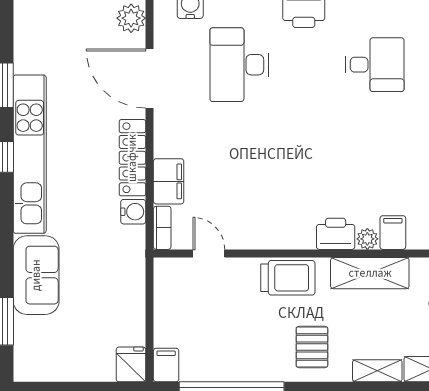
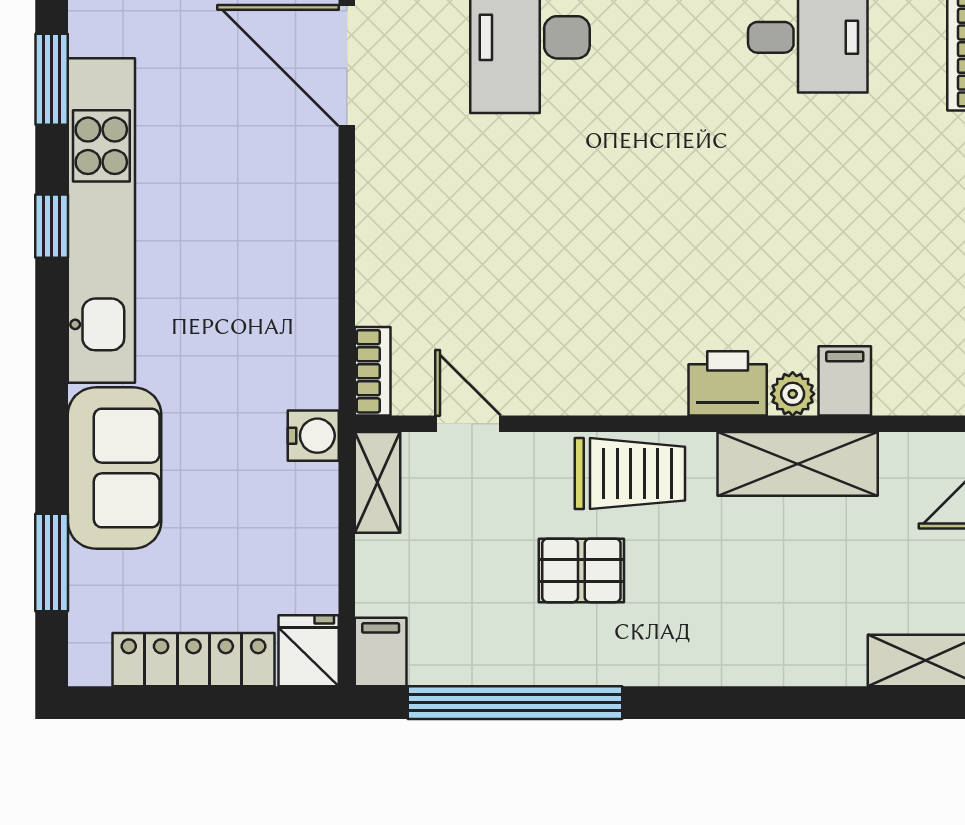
locker: (132, 158) -> (193, 660), moved, turned 90
filing cabinet: (169, 181) -> (386, 276), removed
water cooler: (133, 212) -> (313, 436), moved
pallet: (312, 347) -> (581, 570), moved, turned 90
shelving: (377, 371) -> (378, 482), moved, turned 90

